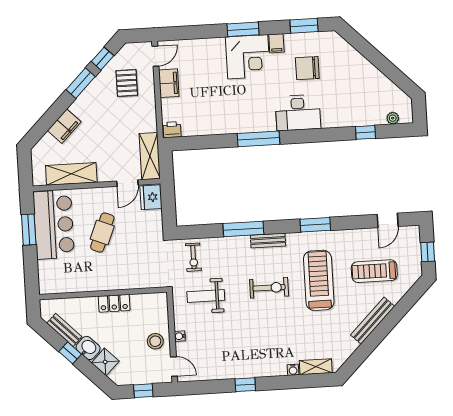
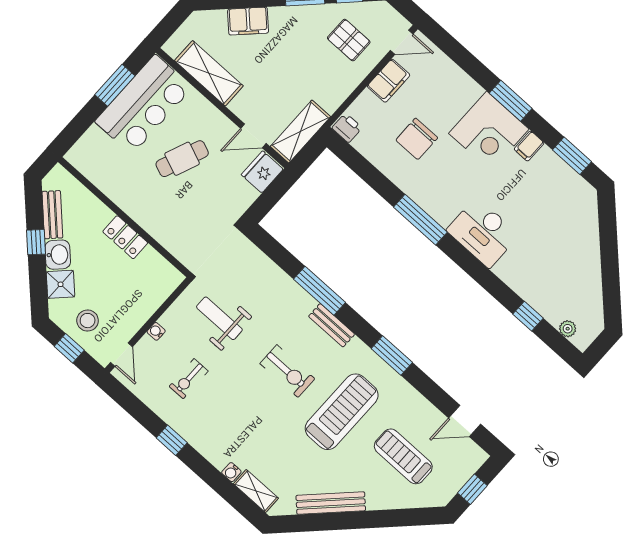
chair: (307, 68) -> (417, 139), moved, turned -90
pallet: (127, 83) -> (349, 40), turned 90
exercise bike: (193, 257) -> (189, 379), moved
bench: (373, 321) -> (331, 503), moved
stool: (155, 341) -> (88, 321), moved

